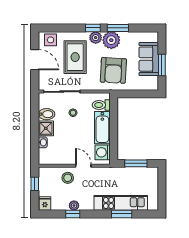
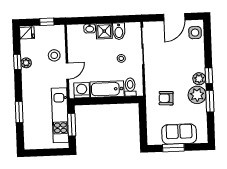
rug: (75, 57) -> (178, 58), removed
armchair: (113, 70) -> (166, 98), width x0.53, depth x0.53
kitchen unit: (121, 203) -> (60, 115), moved, turned 180

